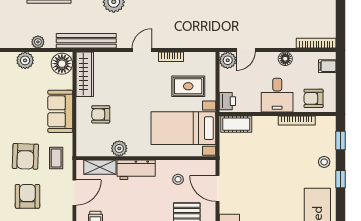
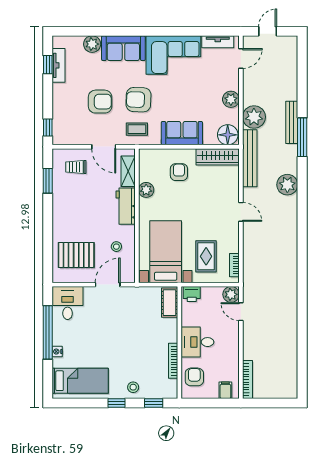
plant: (38, 42) -> (254, 117), width x1.87, depth x1.87
bookcase: (171, 57) -> (234, 265), moved
floor lamp: (285, 59) -> (232, 350), removed

